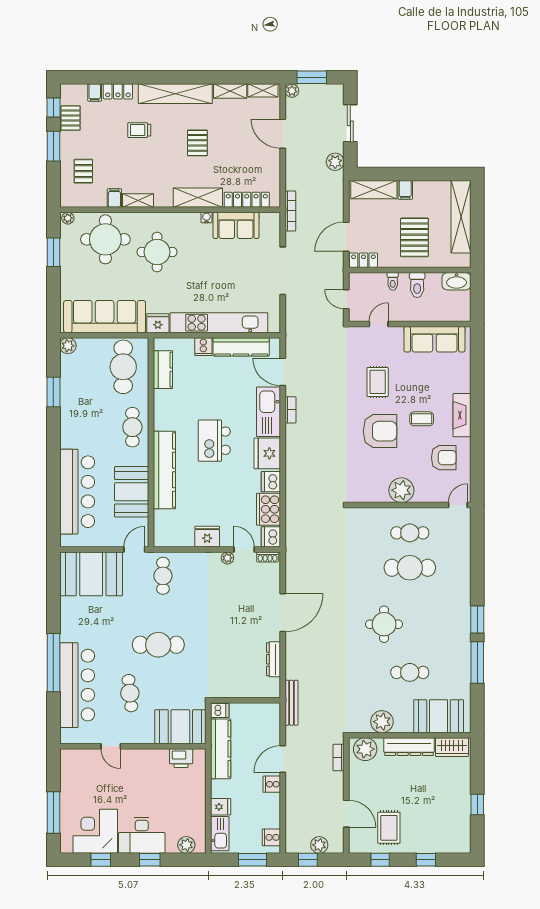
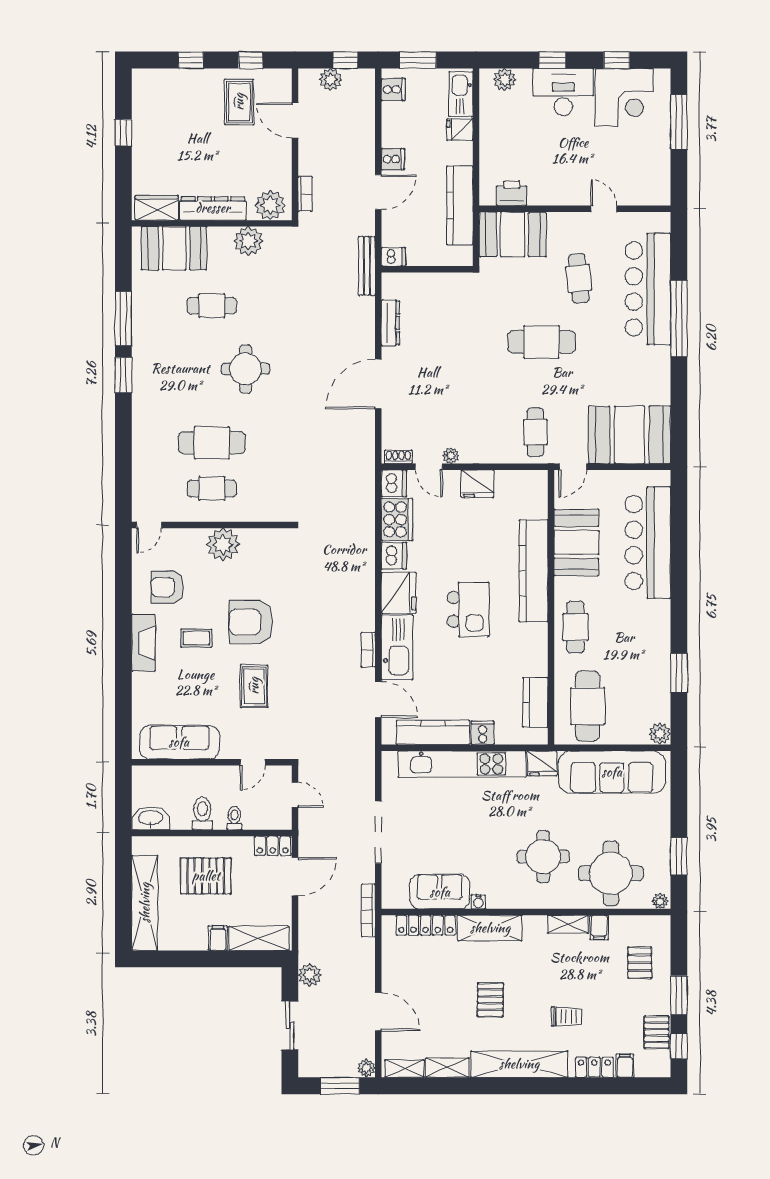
pallet: (414, 237) -> (206, 876), turned 90
dishwasher: (220, 710) -> (393, 257), moved, turned 180

